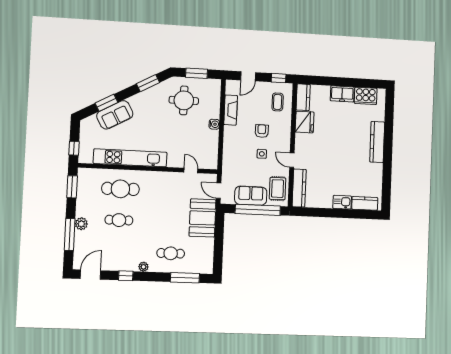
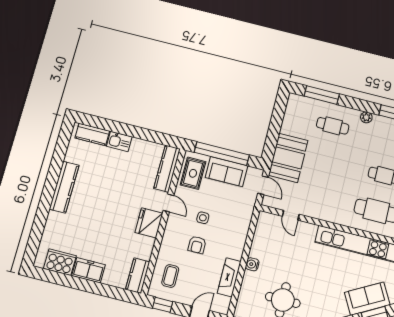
fridge: (305, 122) -> (149, 223), moved
kitchen counter: (377, 142) -> (64, 187), moved

